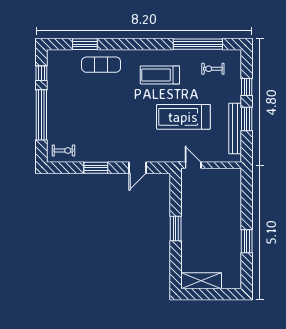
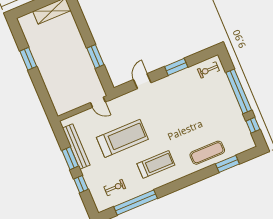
window: (176, 228) -> (95, 56), moved

